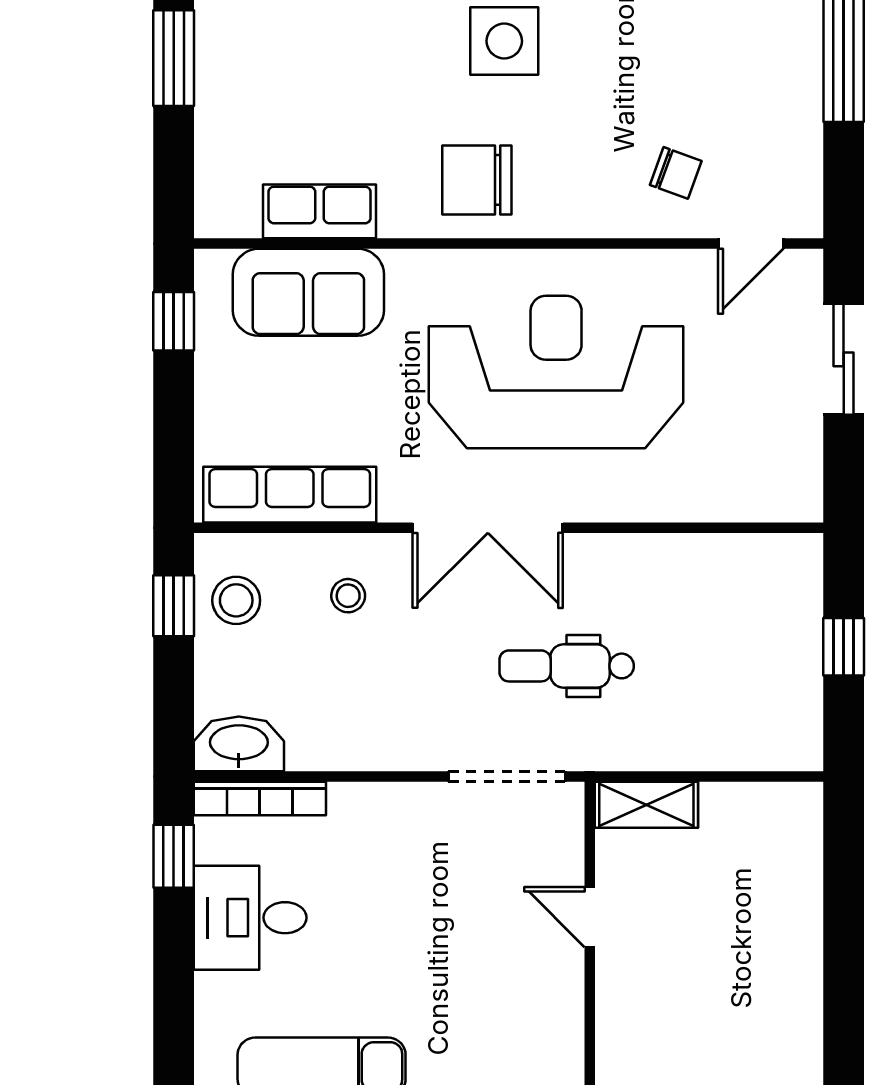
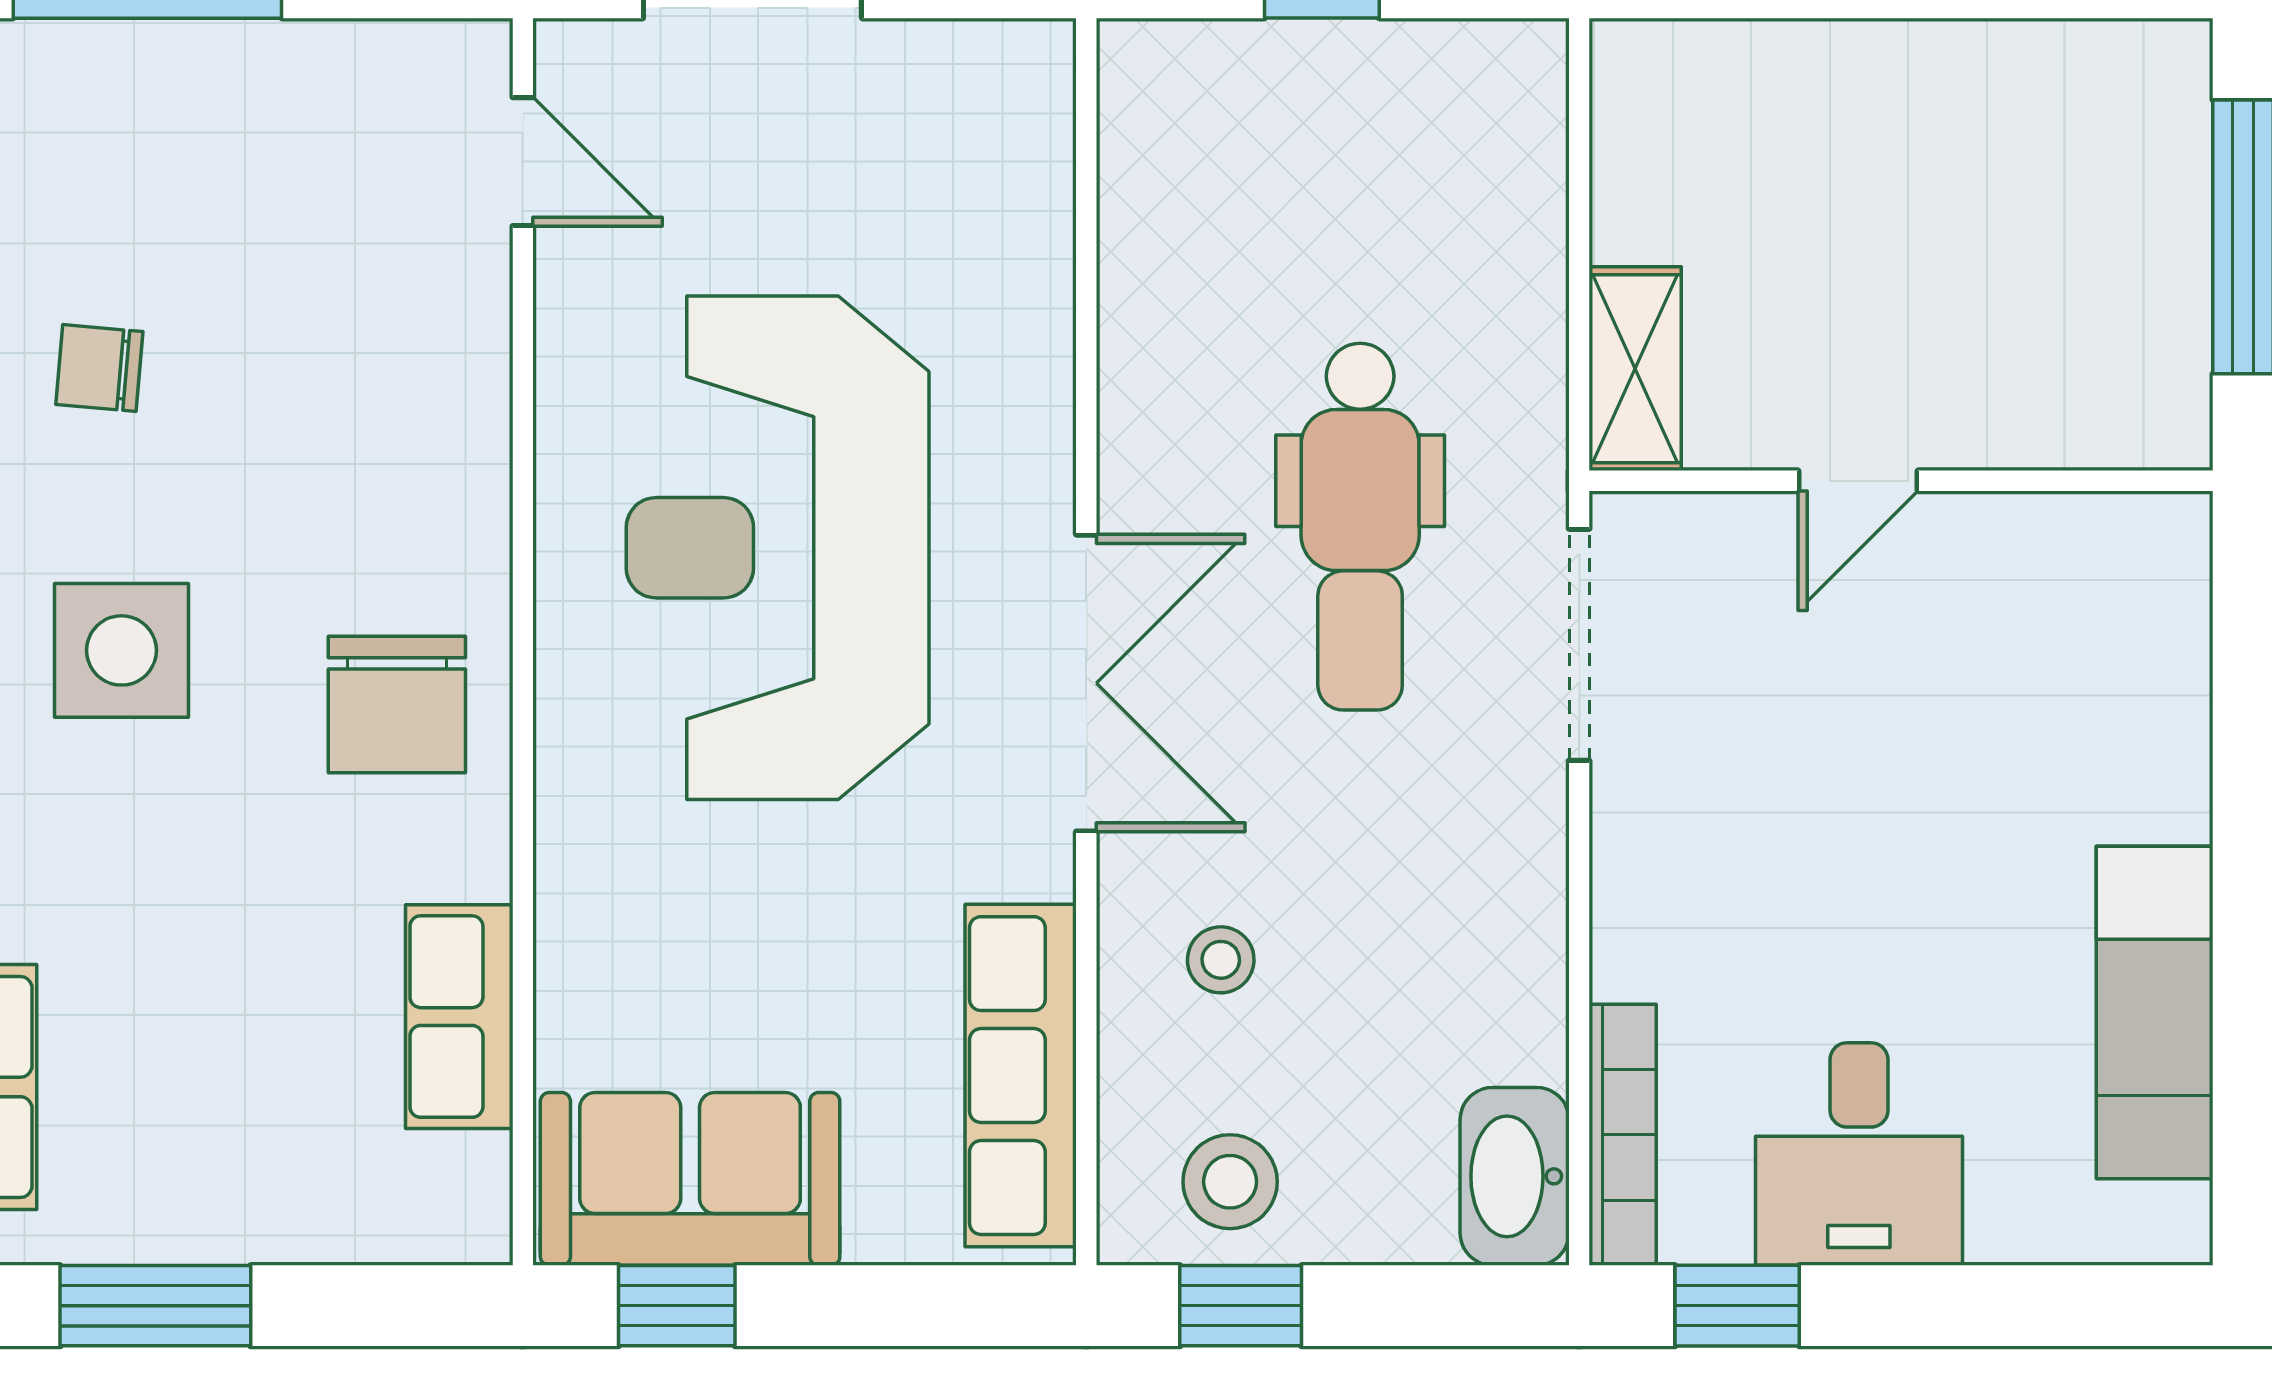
chair: (676, 173) -> (99, 368), moved, turned -105
sofa: (308, 292) -> (690, 1179), moved, turned -90
dental chair: (567, 666) -> (1360, 527), width x1.36, depth x1.38

